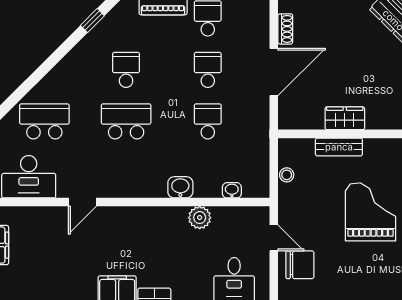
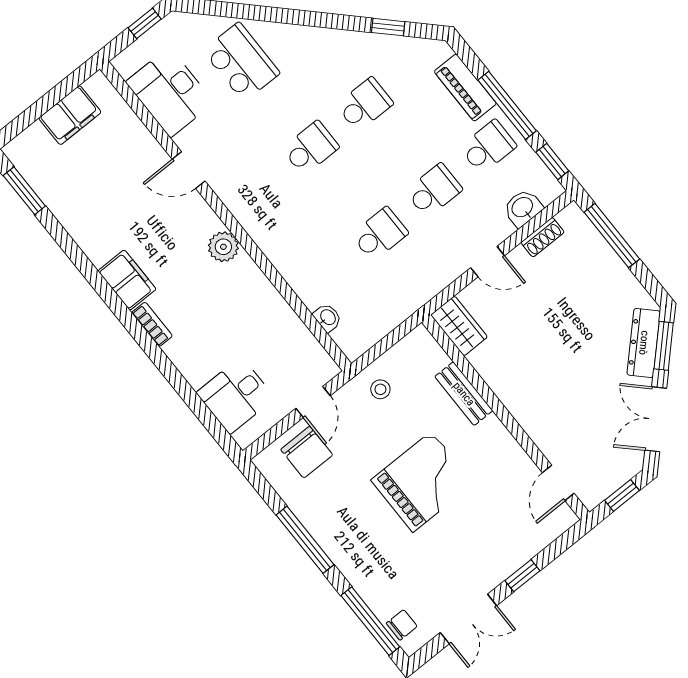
door: (274, 72) -> (487, 262), width x0.53
wardrobe: (345, 118) -> (459, 326), moved
school desk: (126, 121) -> (311, 148), width x0.54
stool: (287, 175) -> (380, 389), moved
washbasin: (180, 187) -> (523, 208), moved, turned -90
plant: (200, 218) -> (223, 247), moved

